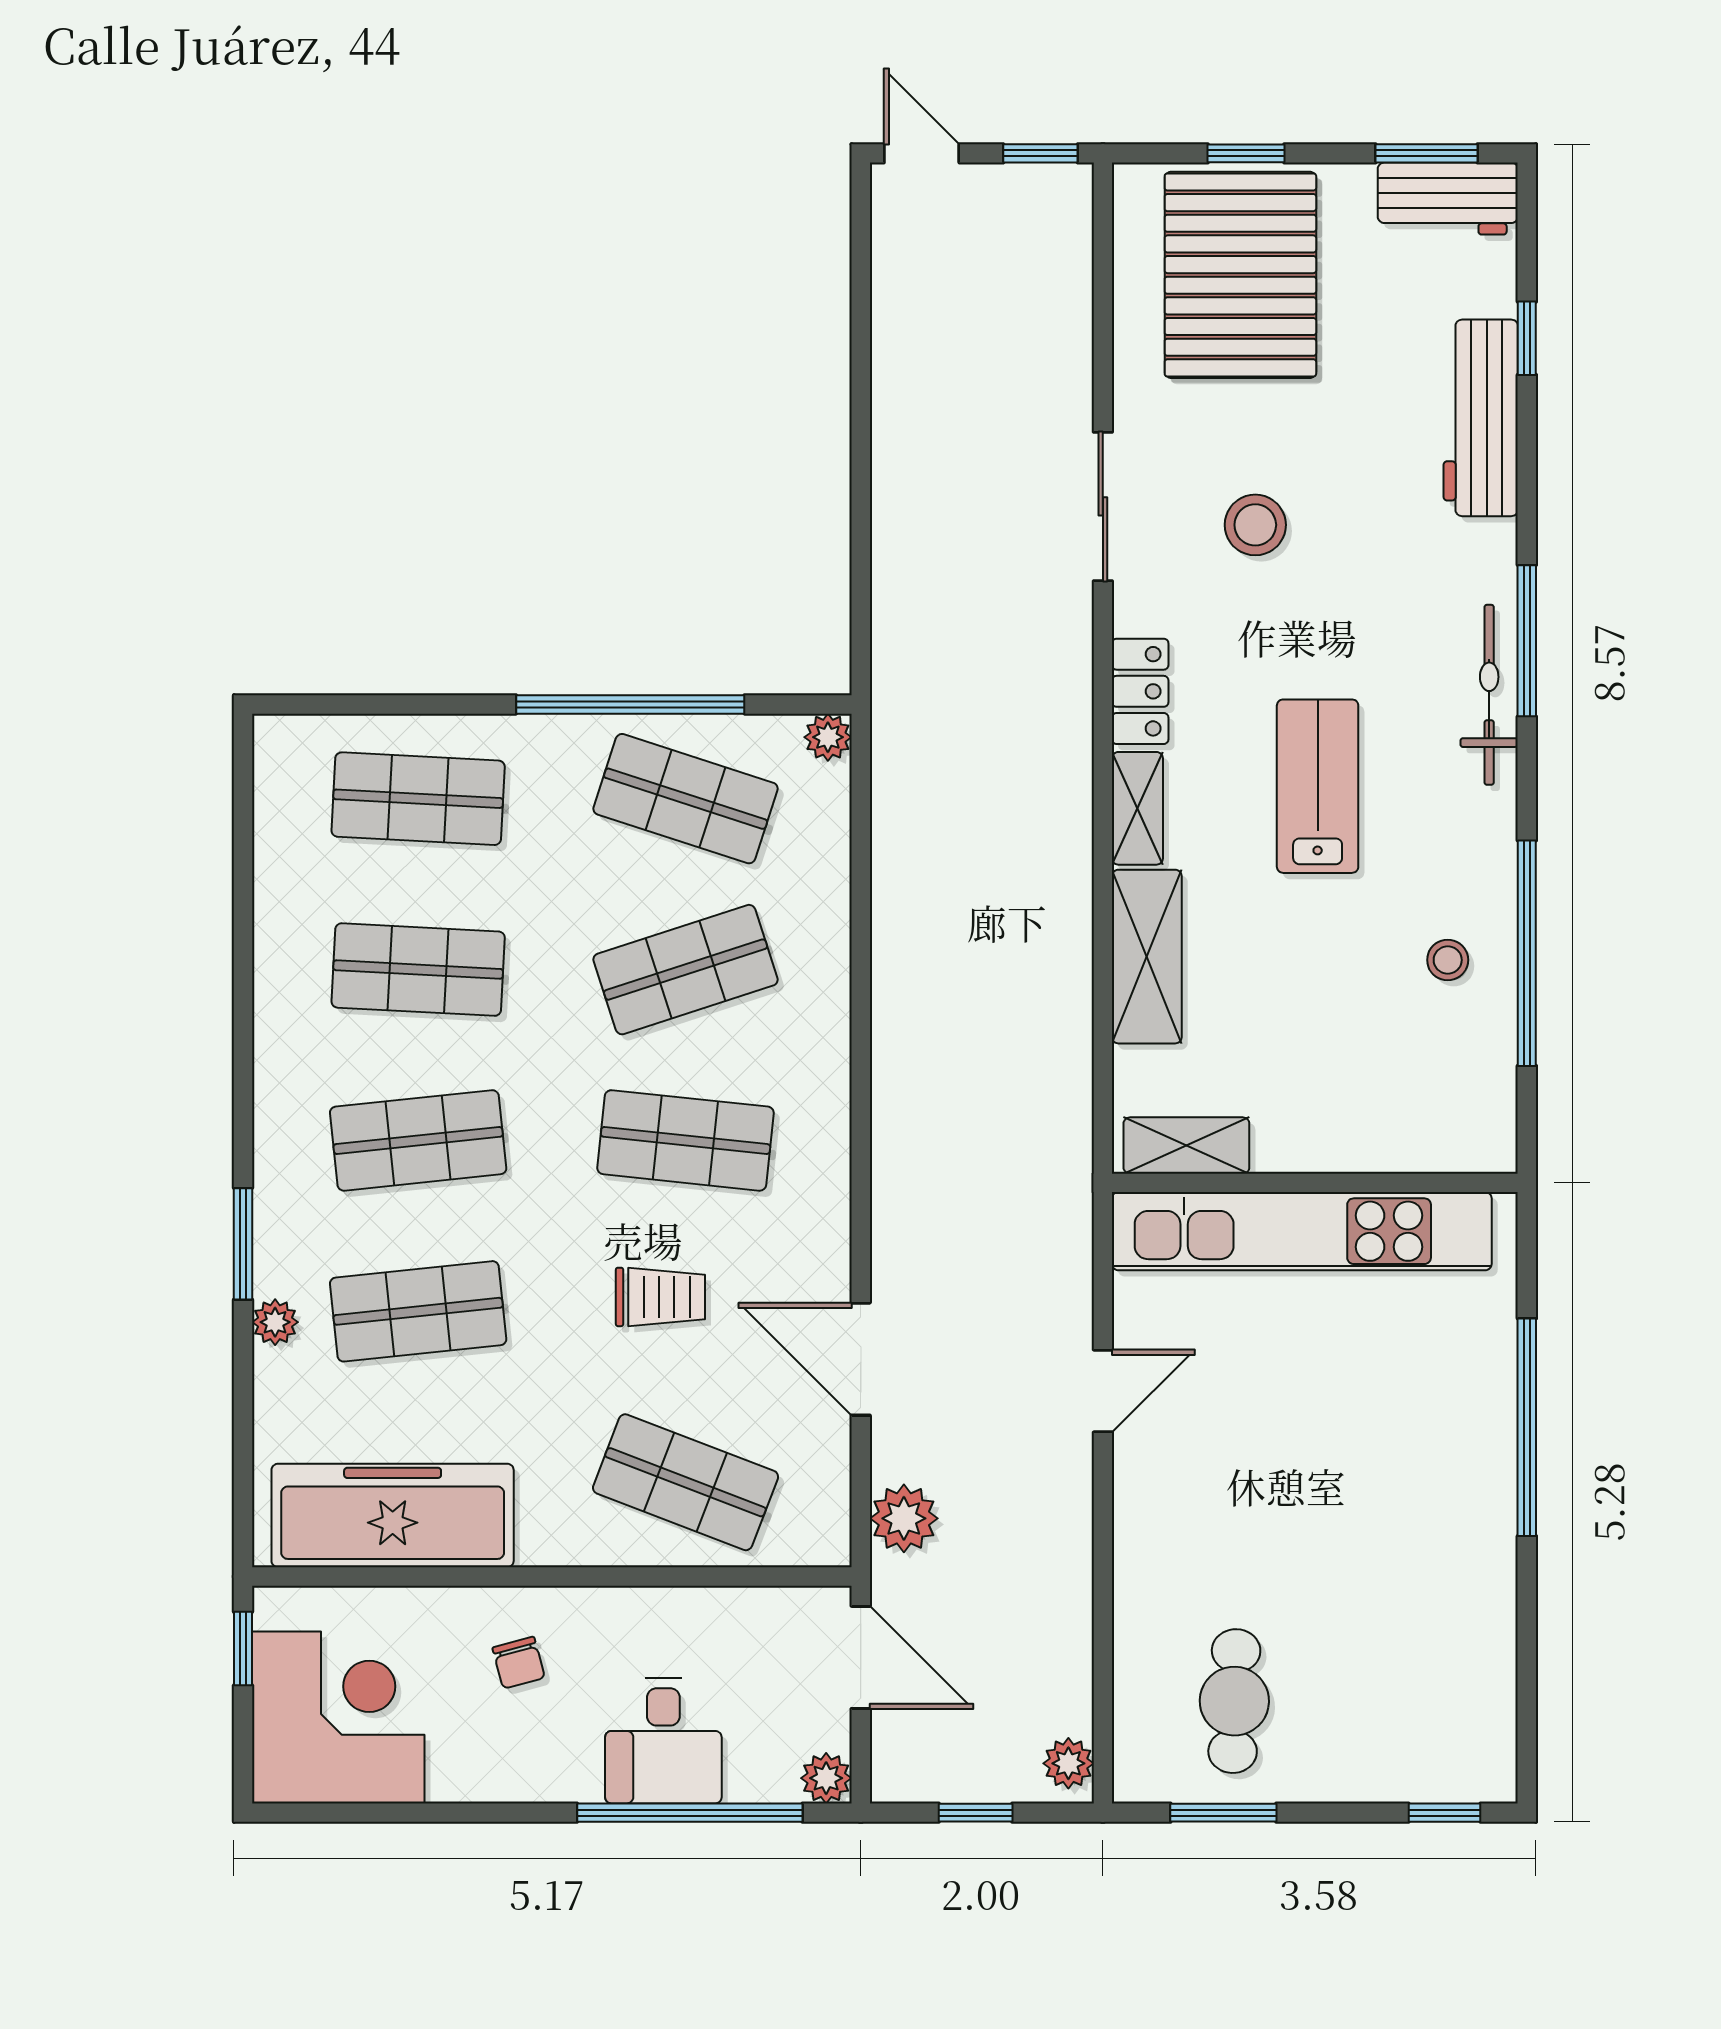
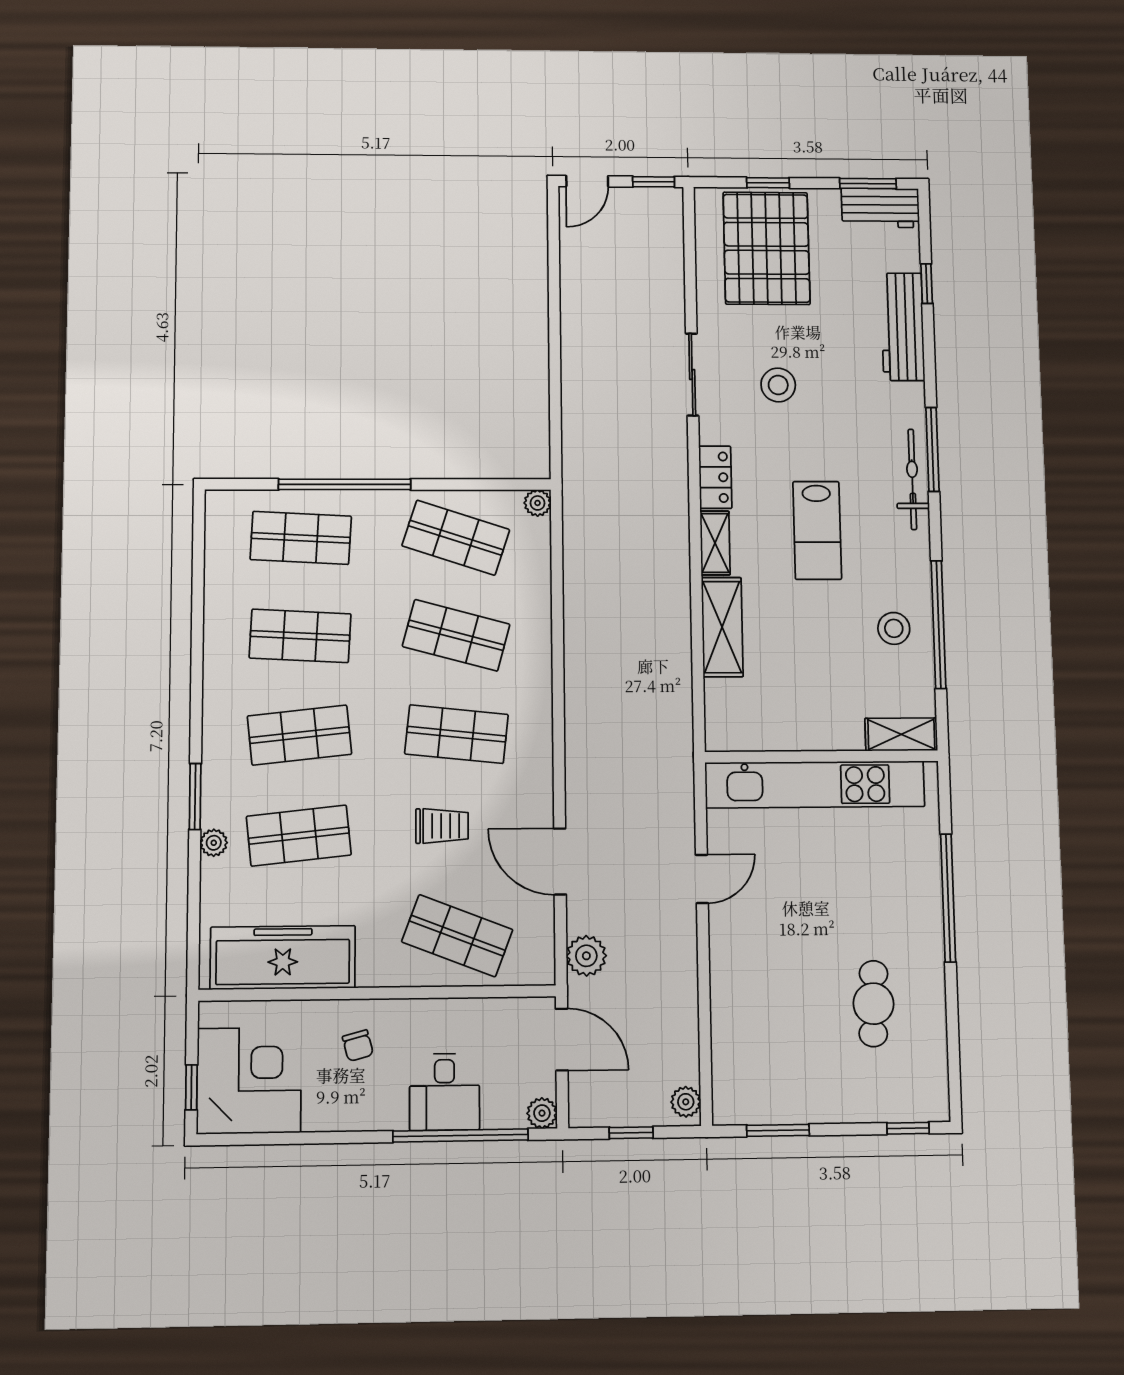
door: (922, 153) -> (587, 181), swing flipped
window: (630, 704) -> (345, 484), moved
lab bench: (1318, 786) -> (817, 530), turned 180
stool: (1448, 960) -> (894, 628), width x1.37, depth x1.37
shop shelf: (686, 970) -> (456, 635), turned 33
shelving: (1186, 1145) -> (901, 734), moved
window: (243, 1649) -> (191, 1087), moved
cafe table: (1234, 1701) -> (873, 1004), moved

